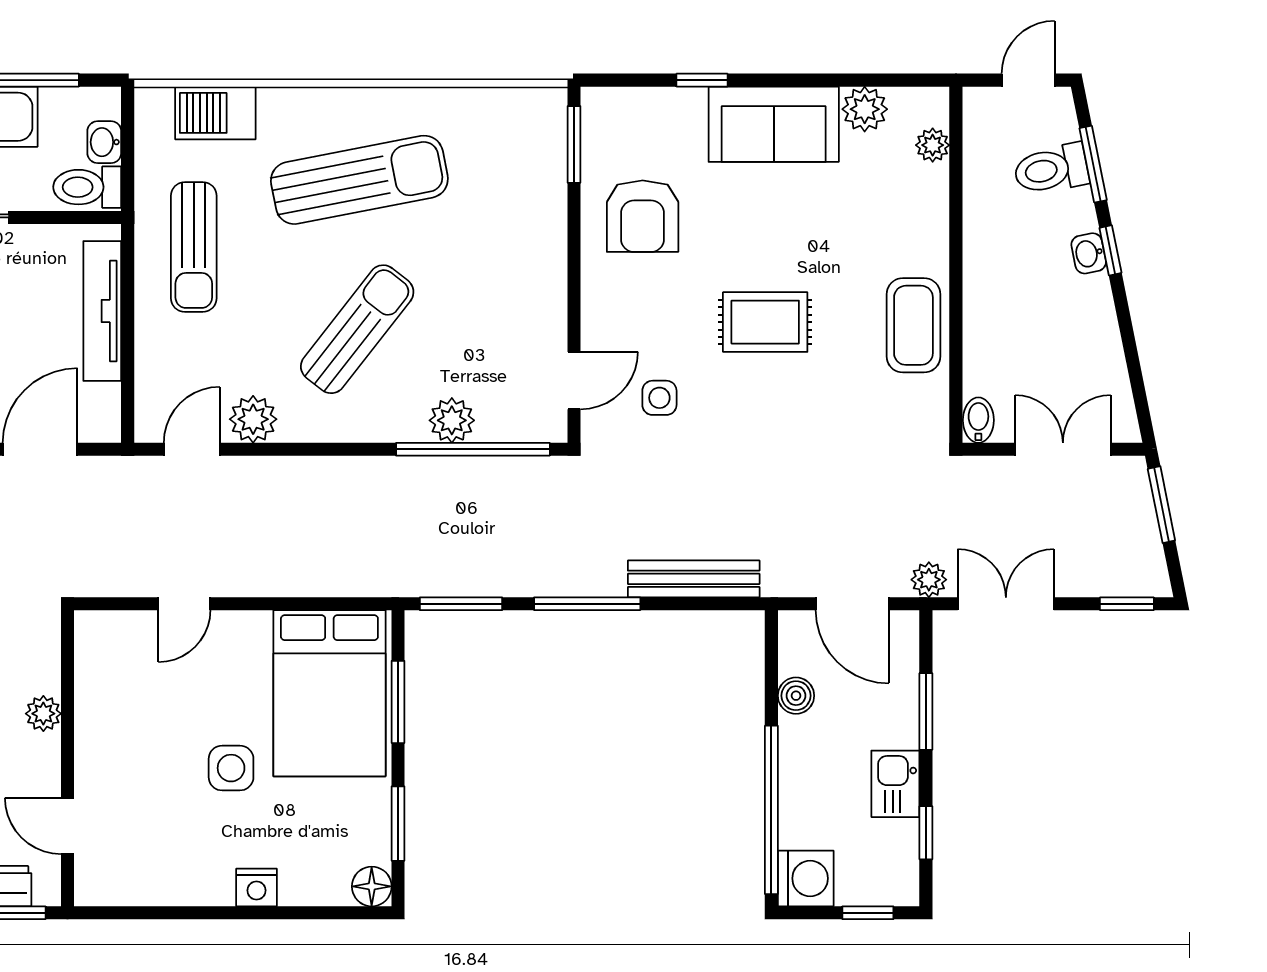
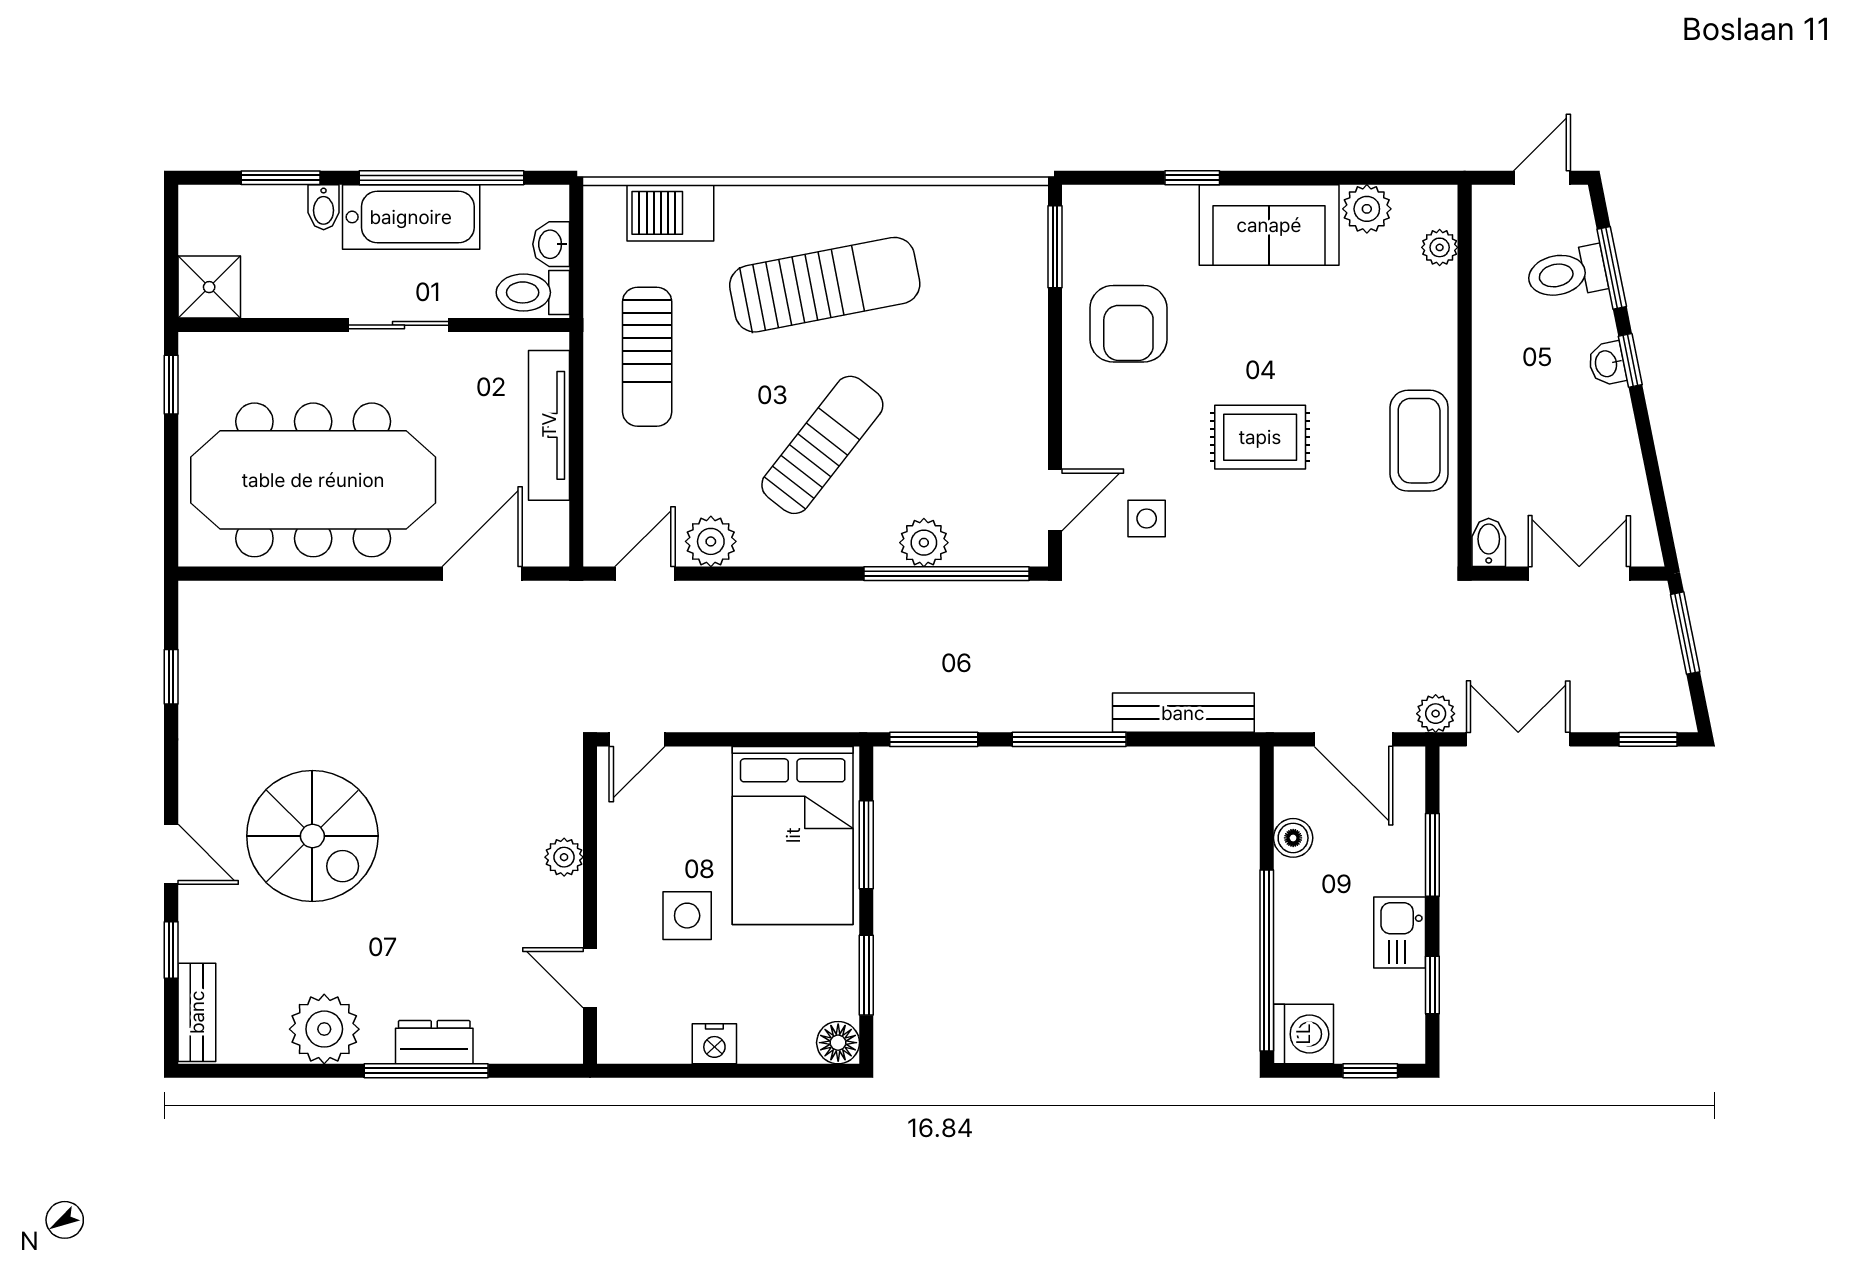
plant: (43, 714) -> (564, 857), moved
wall: (68, 758) -> (590, 905), moved
door: (68, 826) -> (590, 978), moved

